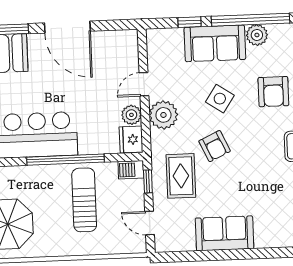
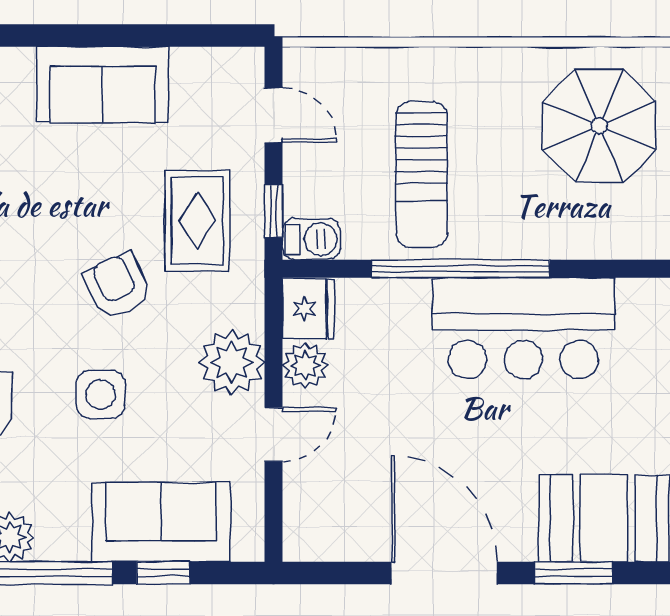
sofa: (215, 43) -> (161, 522), moved
side table: (220, 99) -> (101, 394), turned -34

